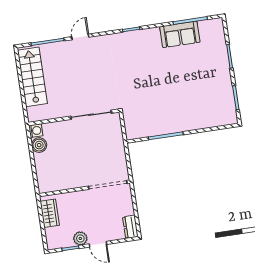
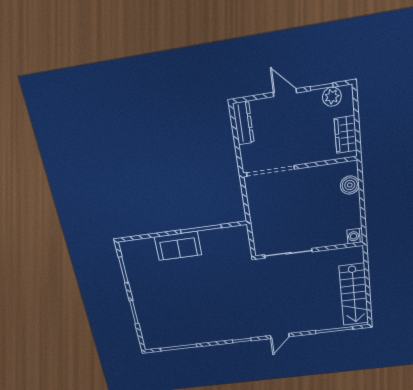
sofa: (180, 34) -> (178, 246), moved, turned 180
door: (80, 37) -> (280, 336), moved
boiler: (39, 145) -> (350, 185), moved
dresser: (130, 227) -> (243, 123), width x1.44
plant: (80, 238) -> (332, 97), moved

